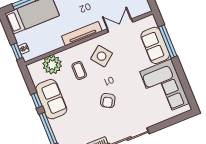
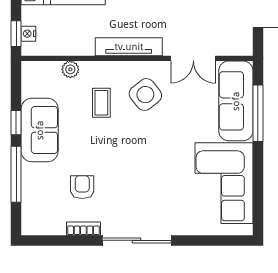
double door: (120, 26) -> (193, 58), swing flipped
sofa: (155, 45) -> (236, 101), width x1.36
plant: (52, 65) -> (70, 69), width x0.53, depth x0.53
armchair: (108, 101) -> (82, 187), moved, turned 150

